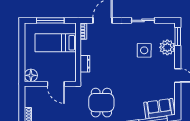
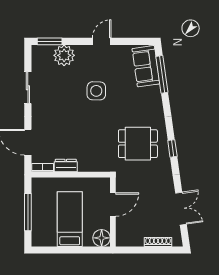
bed: (56, 43) -> (70, 219), moved, turned 180
side table: (144, 50) -> (96, 91), moved
dresser: (85, 64) -> (66, 166), moved

